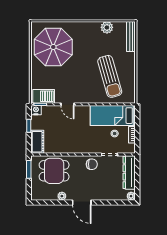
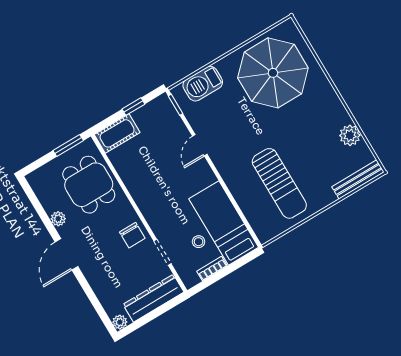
sun lounger: (110, 76) -> (279, 183), turned -74
barbecue: (44, 96) -> (203, 84), moved, turned 90
nightstand: (36, 110) -> (163, 103), removed

